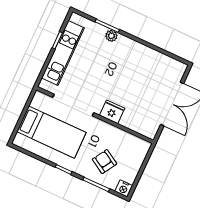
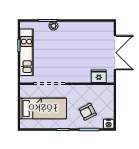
fridge: (112, 112) -> (99, 76), moved
armchair: (105, 162) -> (88, 112), turned -58

